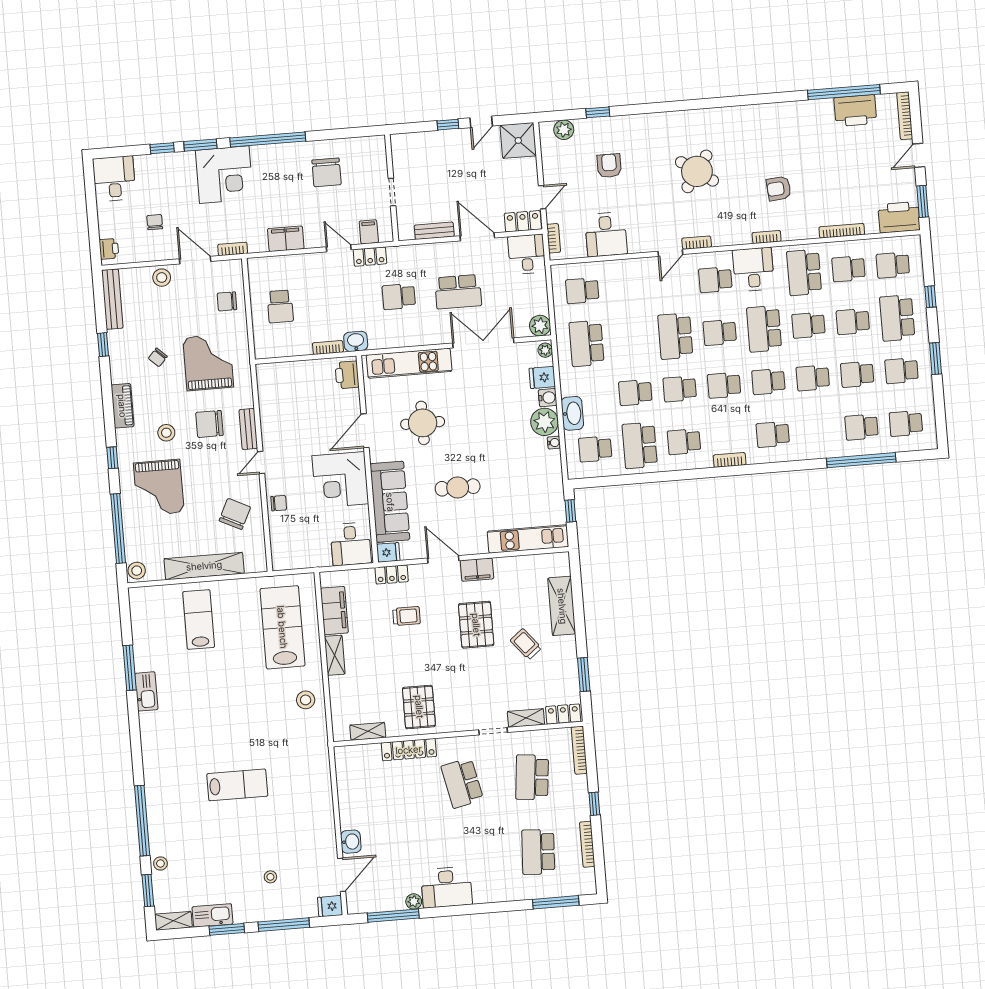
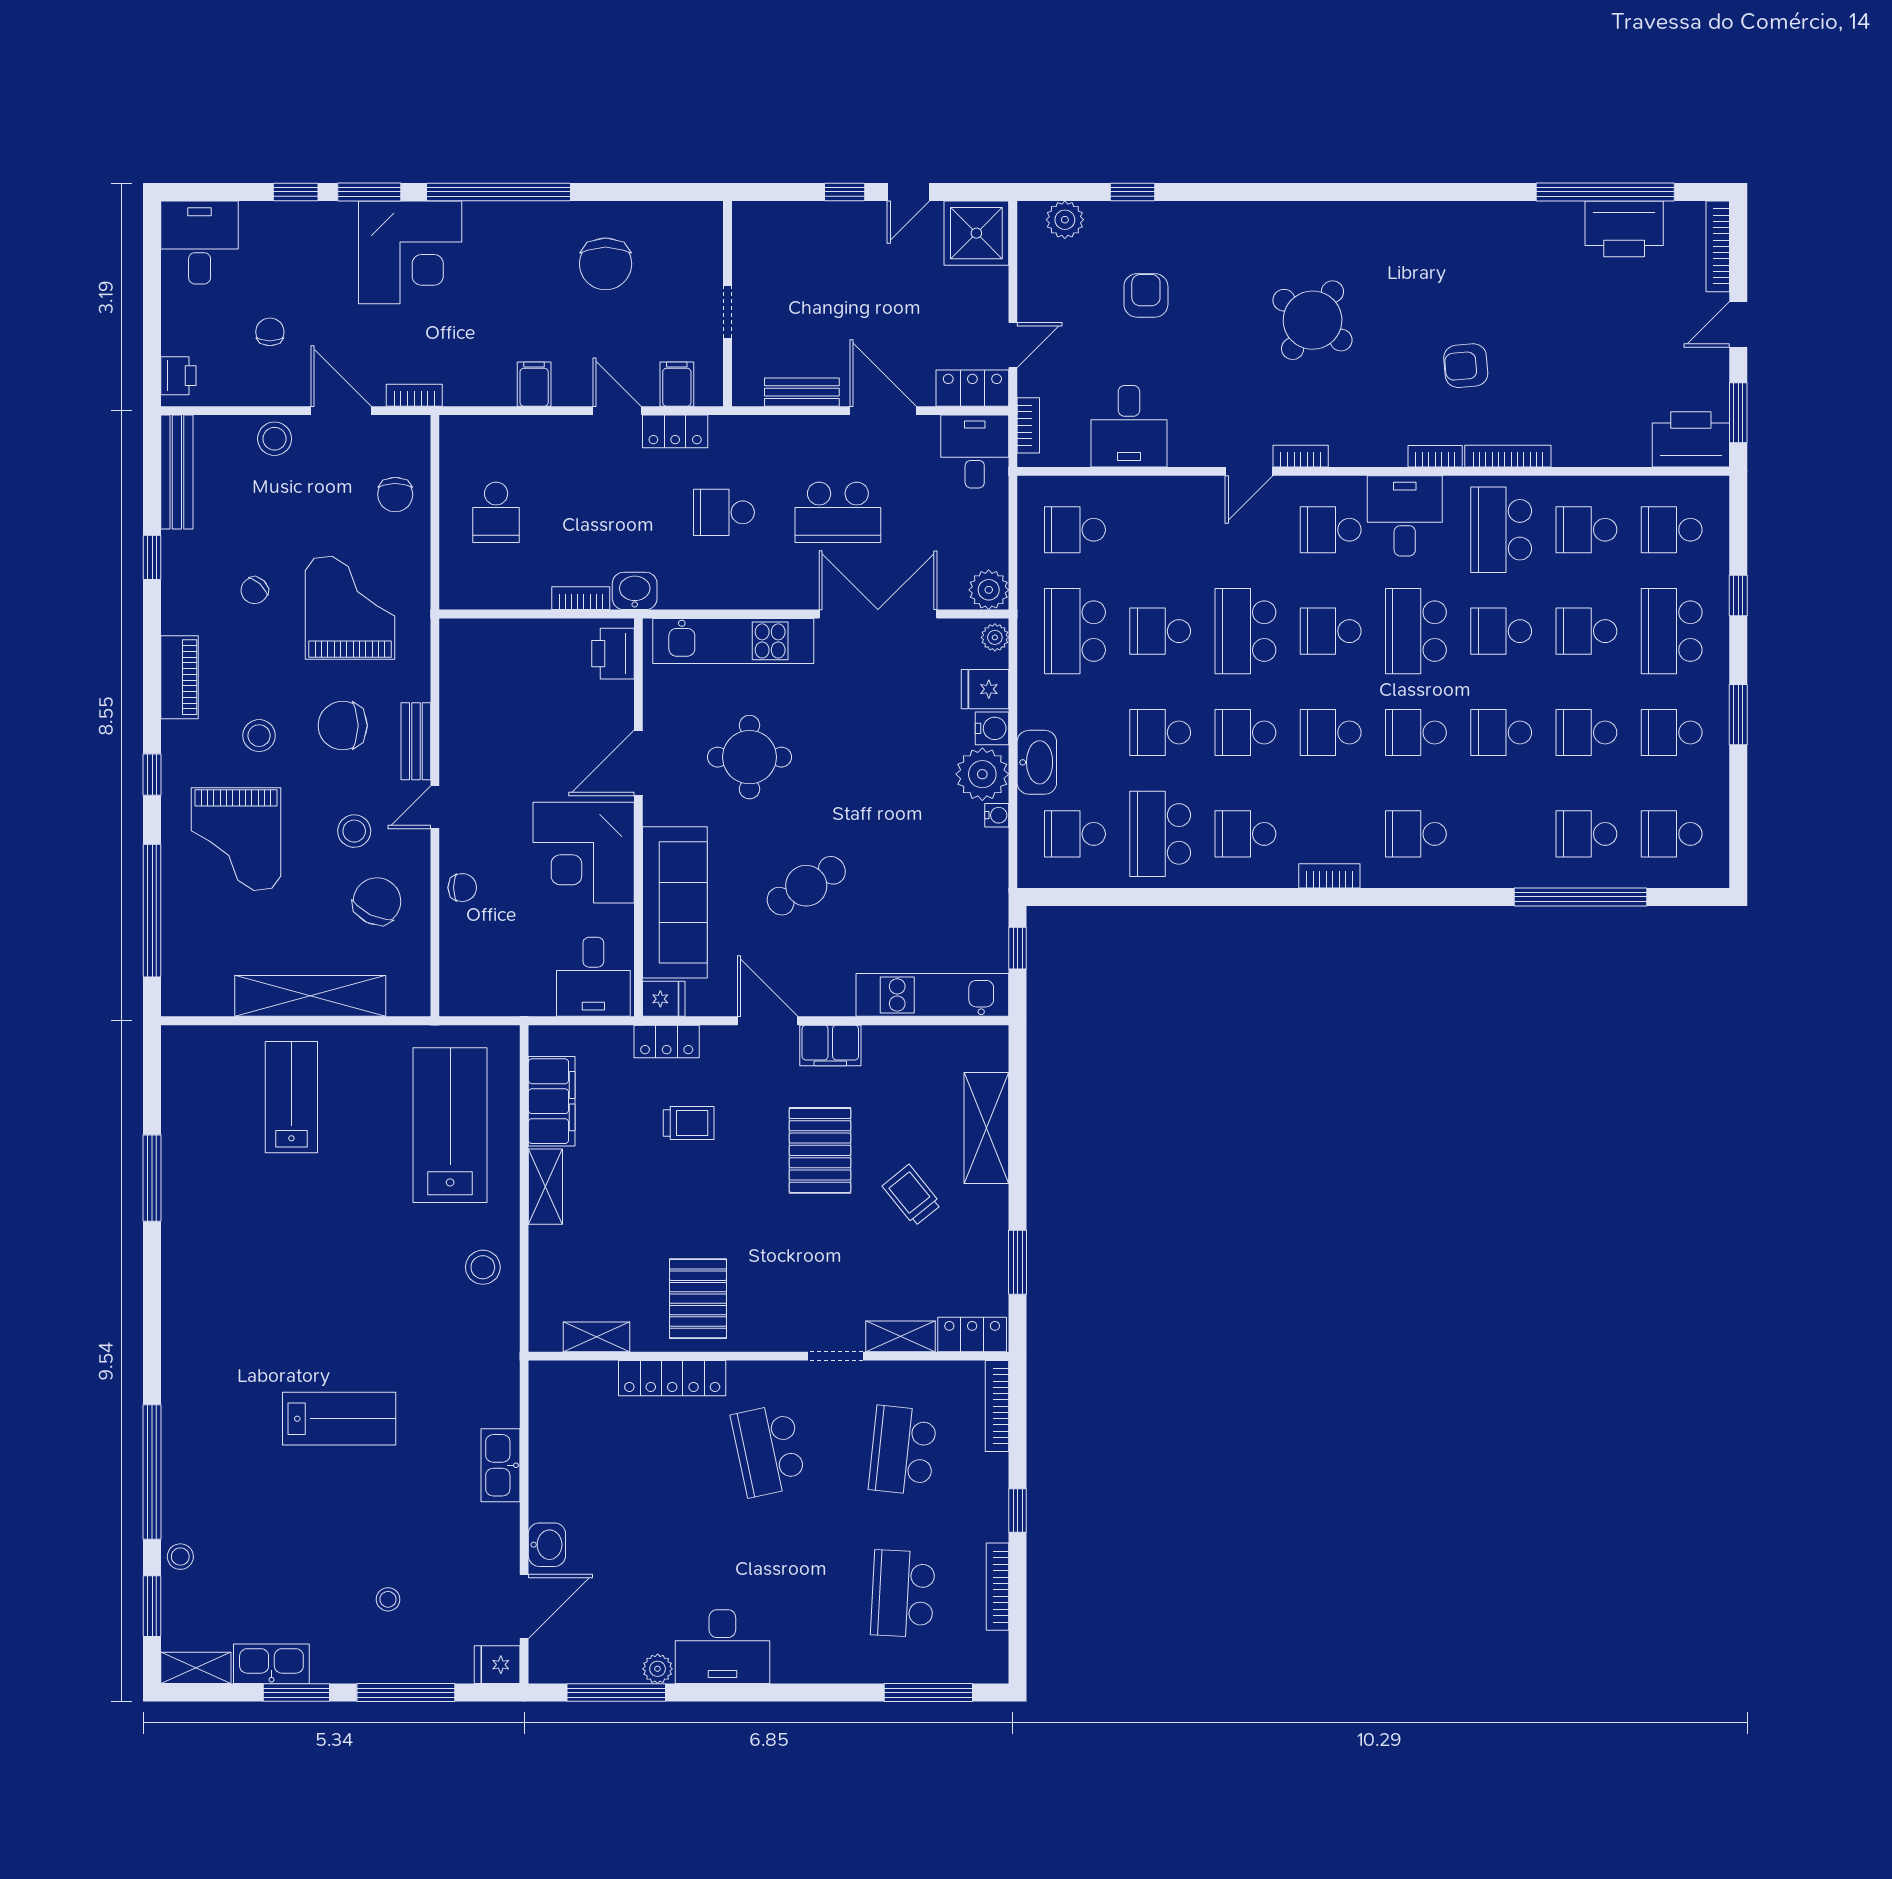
bookcase: (842, 231) -> (1508, 456), moved
filing cabinet: (286, 239) -> (534, 384), width x0.50
chair: (227, 301) -> (395, 495), turned -90
school desk: (631, 340) -> (1160, 631), added
cafe table: (458, 487) -> (806, 886), turned -31
stool: (137, 571) -> (354, 831), moved
kitchen sink: (146, 691) -> (501, 1465), moved, turned 180

